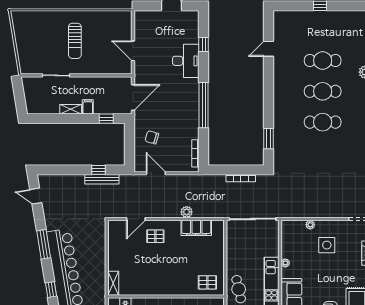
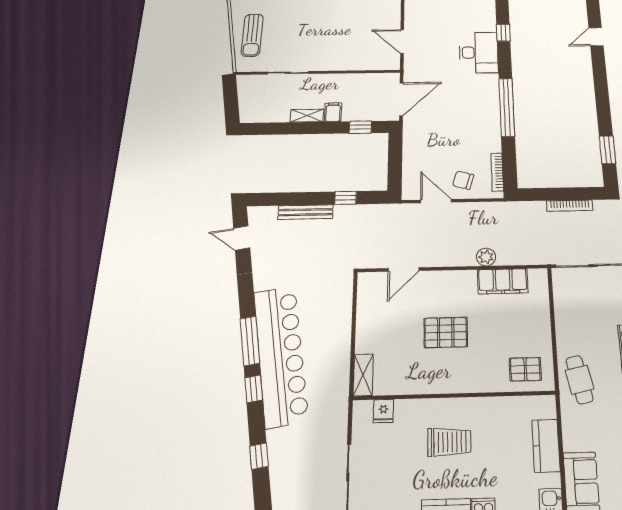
sun lounger: (75, 41) -> (252, 35), moved
chair: (152, 137) -> (463, 180), moved
bench: (102, 179) -> (306, 212), moved
pallet: (155, 236) -> (446, 332), moved, width x1.50, depth x1.42
window: (44, 244) -> (250, 341), moved

